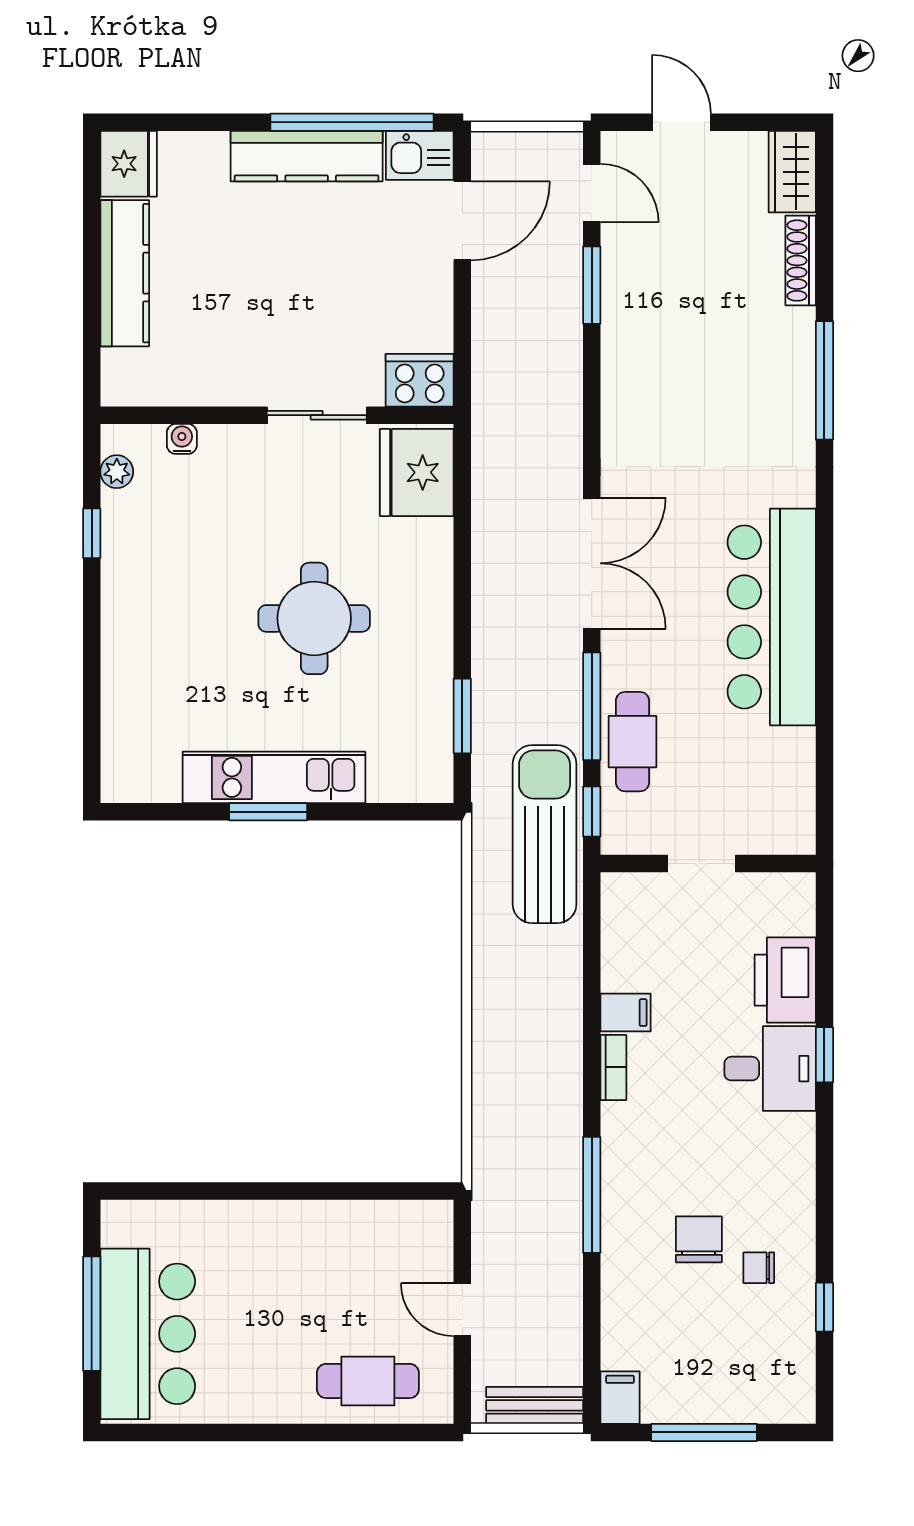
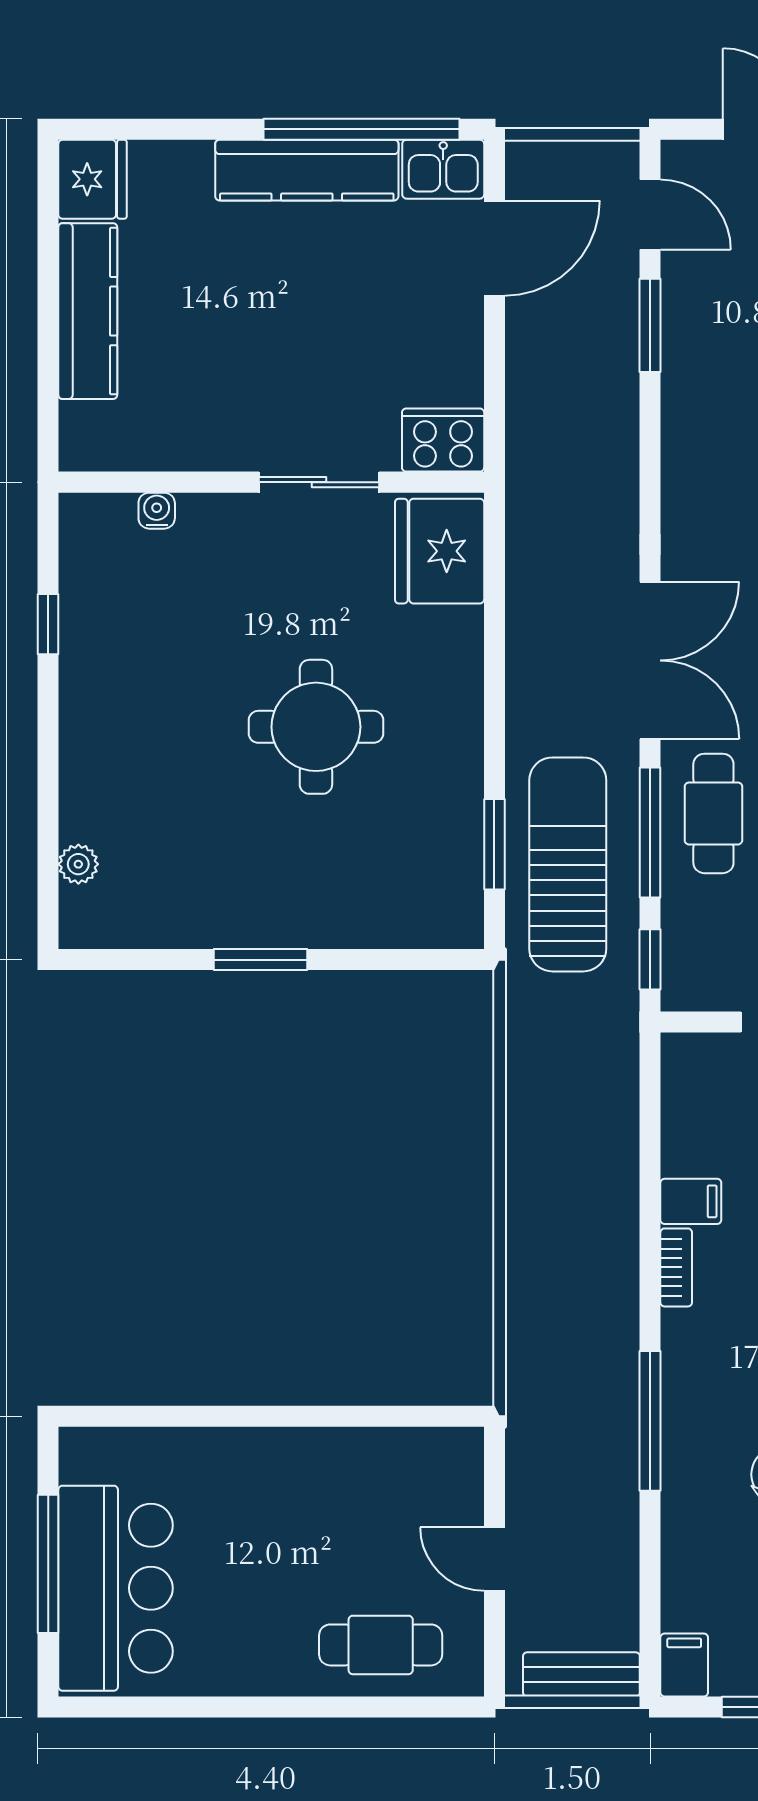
plant: (117, 472) -> (78, 864), moved
cafe table: (632, 742) -> (713, 813), moved
kitchen unit: (274, 777) -> (268, 918), removed
sun lounger: (545, 834) -> (568, 864), moved

